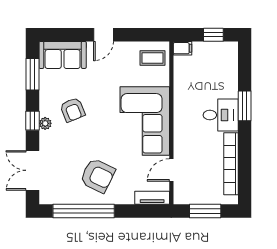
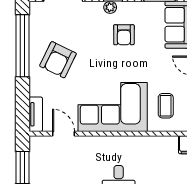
coffee table: (152, 58) -> (166, 106), moved
armchair: (73, 110) -> (124, 35), turned -68

